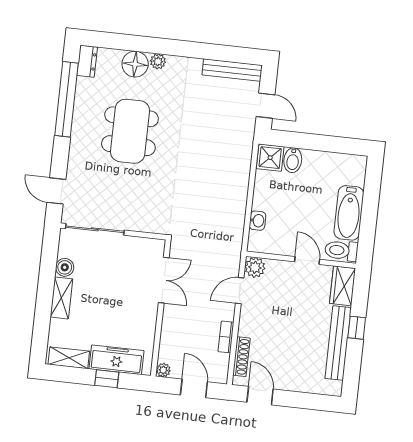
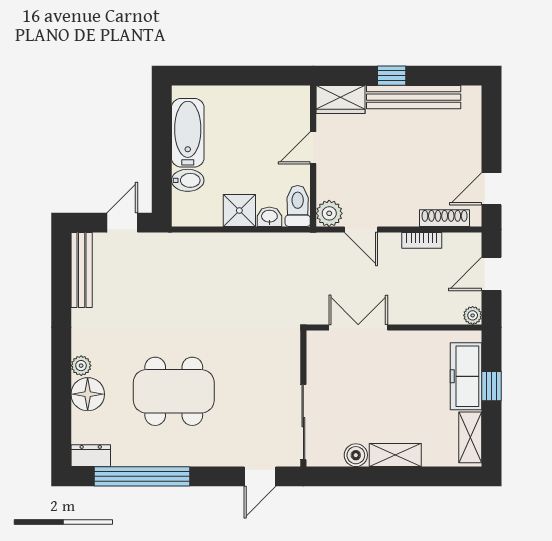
shower: (270, 158) -> (239, 211), moved
bathtub: (349, 213) -> (188, 133), moved, turned -90
toilet: (341, 251) -> (298, 206), moved, turned 180

